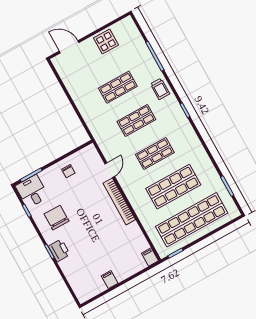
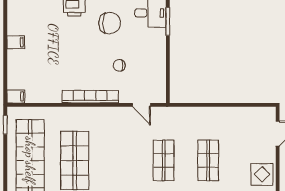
shop shelf: (155, 154) -> (119, 160), removed
door: (110, 170) -> (142, 105), moved
chair: (68, 171) -> (119, 65), moved

